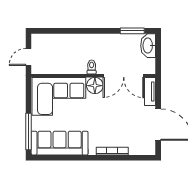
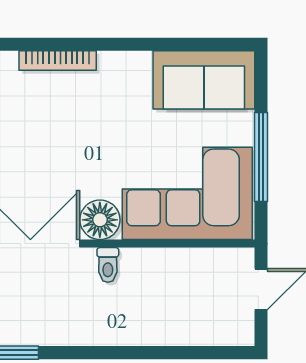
window: (29, 131) -> (261, 157), moved
sofa: (60, 143) -> (204, 80), width x0.73

